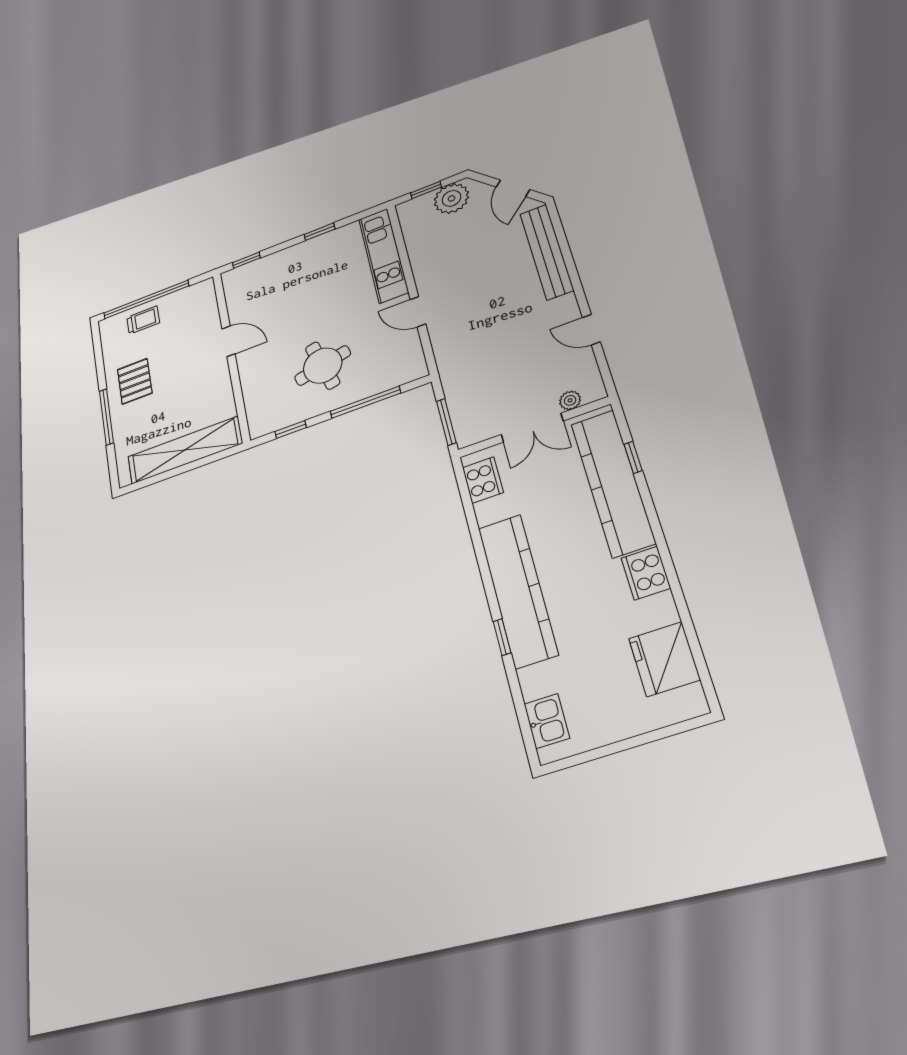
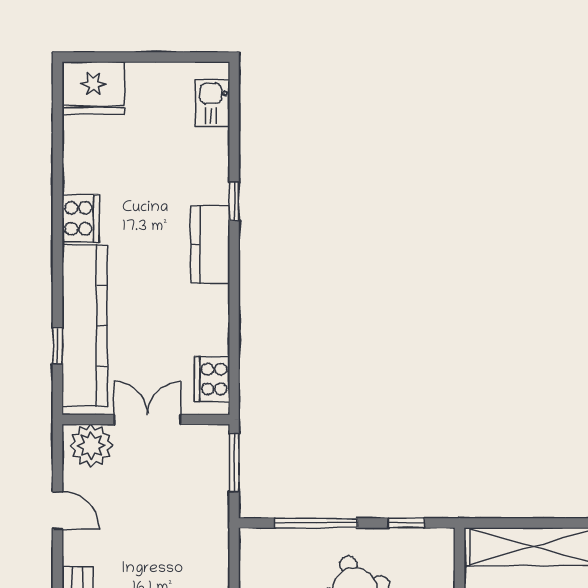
plant: (570, 400) -> (91, 446), width x1.88, depth x1.88
kitchen counter: (518, 590) -> (210, 245), width x0.48, depth x0.86
fridge: (664, 659) -> (93, 88), moved, turned 90

